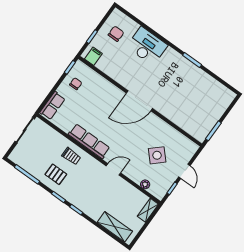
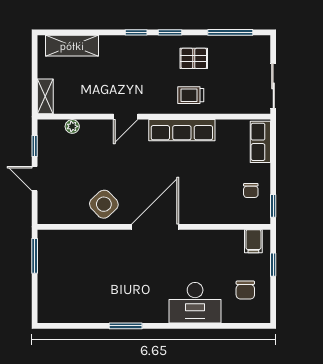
side table: (157, 155) -> (104, 204), moved

